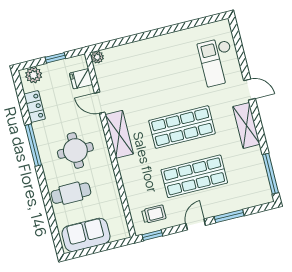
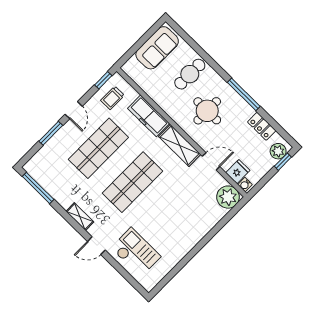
plant: (97, 57) -> (228, 197), width x1.87, depth x1.87
window: (55, 58) -> (283, 162), moved
water cooler: (82, 63) -> (245, 185), added
shelving: (246, 125) -> (80, 217), width x0.67, depth x0.75
freezer: (131, 178) -> (148, 116), added

